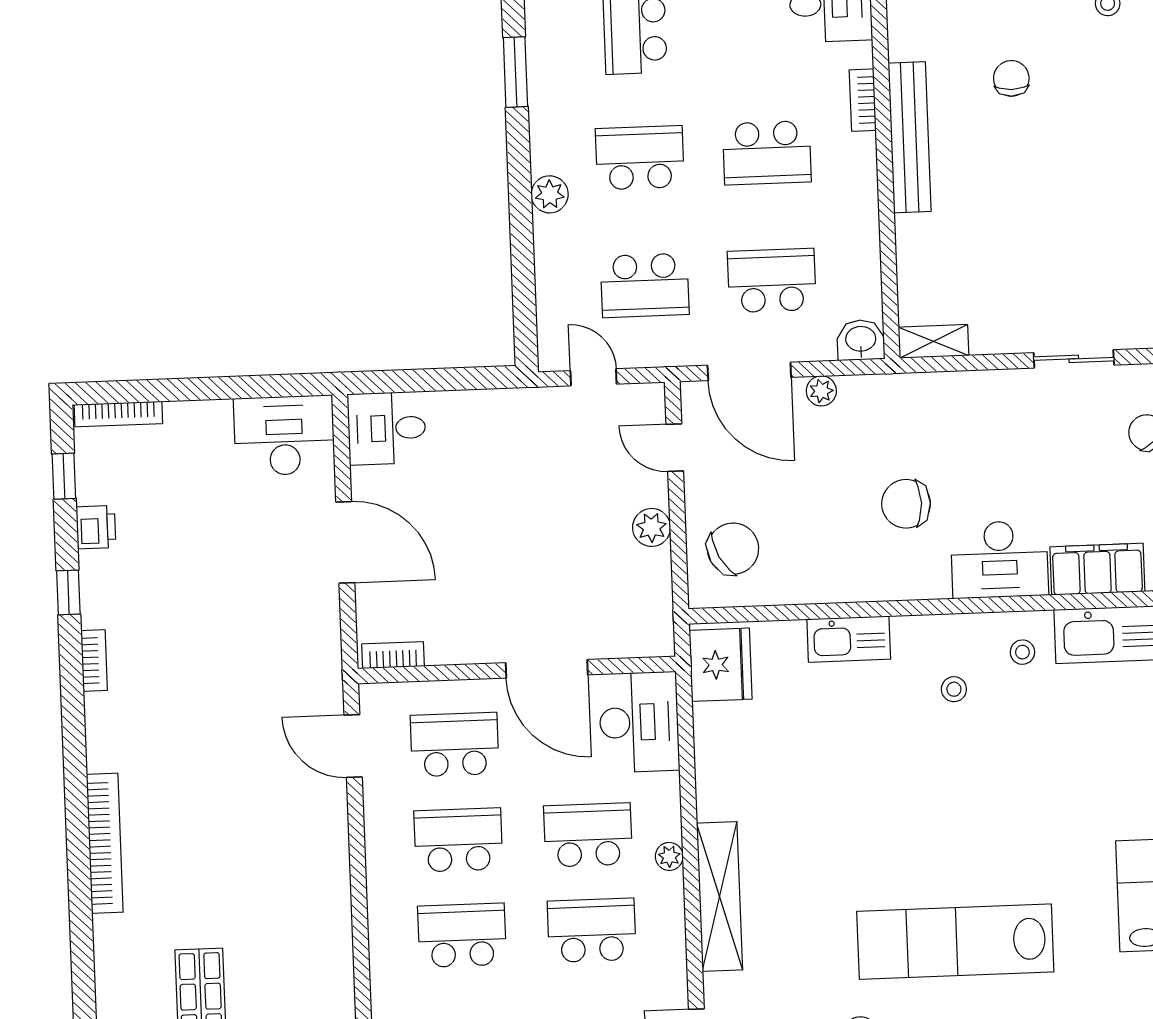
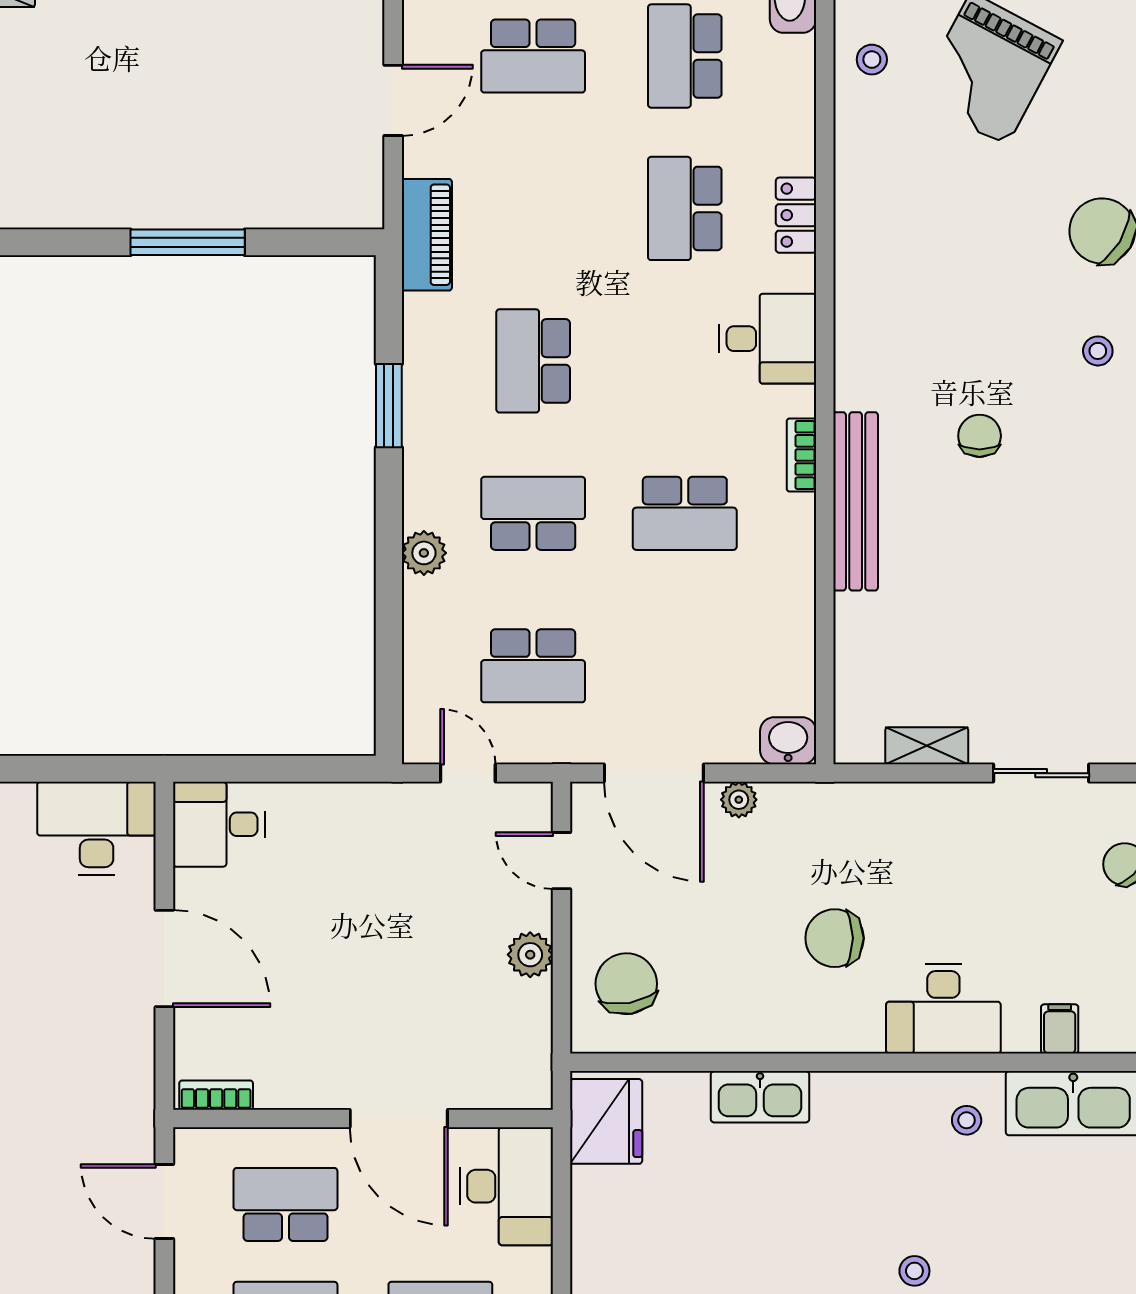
school desk: (772, 280) -> (685, 666), removed
shelving: (934, 341) -> (927, 746), moved
chair: (733, 549) -> (626, 984), turned -72
filing cabinet: (1097, 569) -> (1060, 1029), width x0.33, depth x0.86
stool: (954, 689) -> (914, 1271), moved

